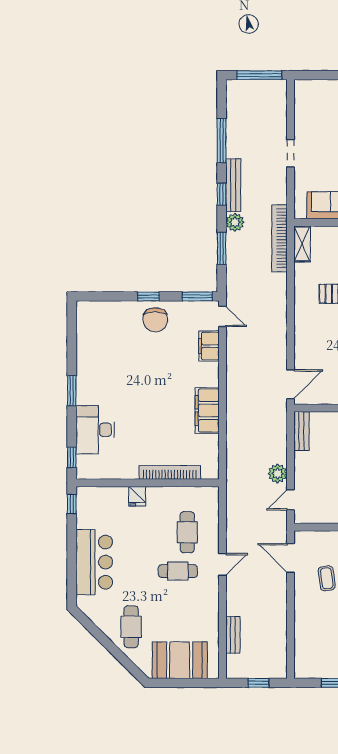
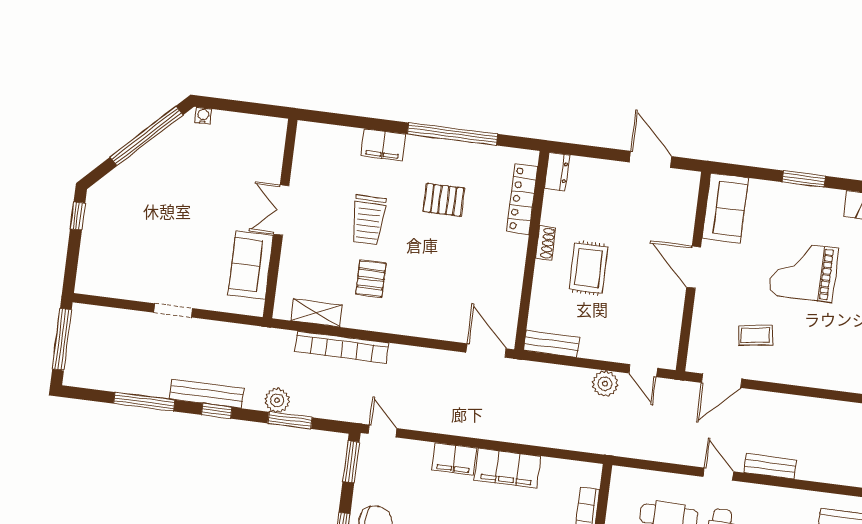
plant: (235, 222) -> (277, 400), moved
bookcase: (279, 238) -> (342, 347), moved
shelving: (302, 244) -> (317, 313), moved
door: (222, 316) -> (383, 431), hinge flipped
filing cabinet: (209, 346) -> (454, 459), moved
bench: (233, 635) -> (770, 466), moved

